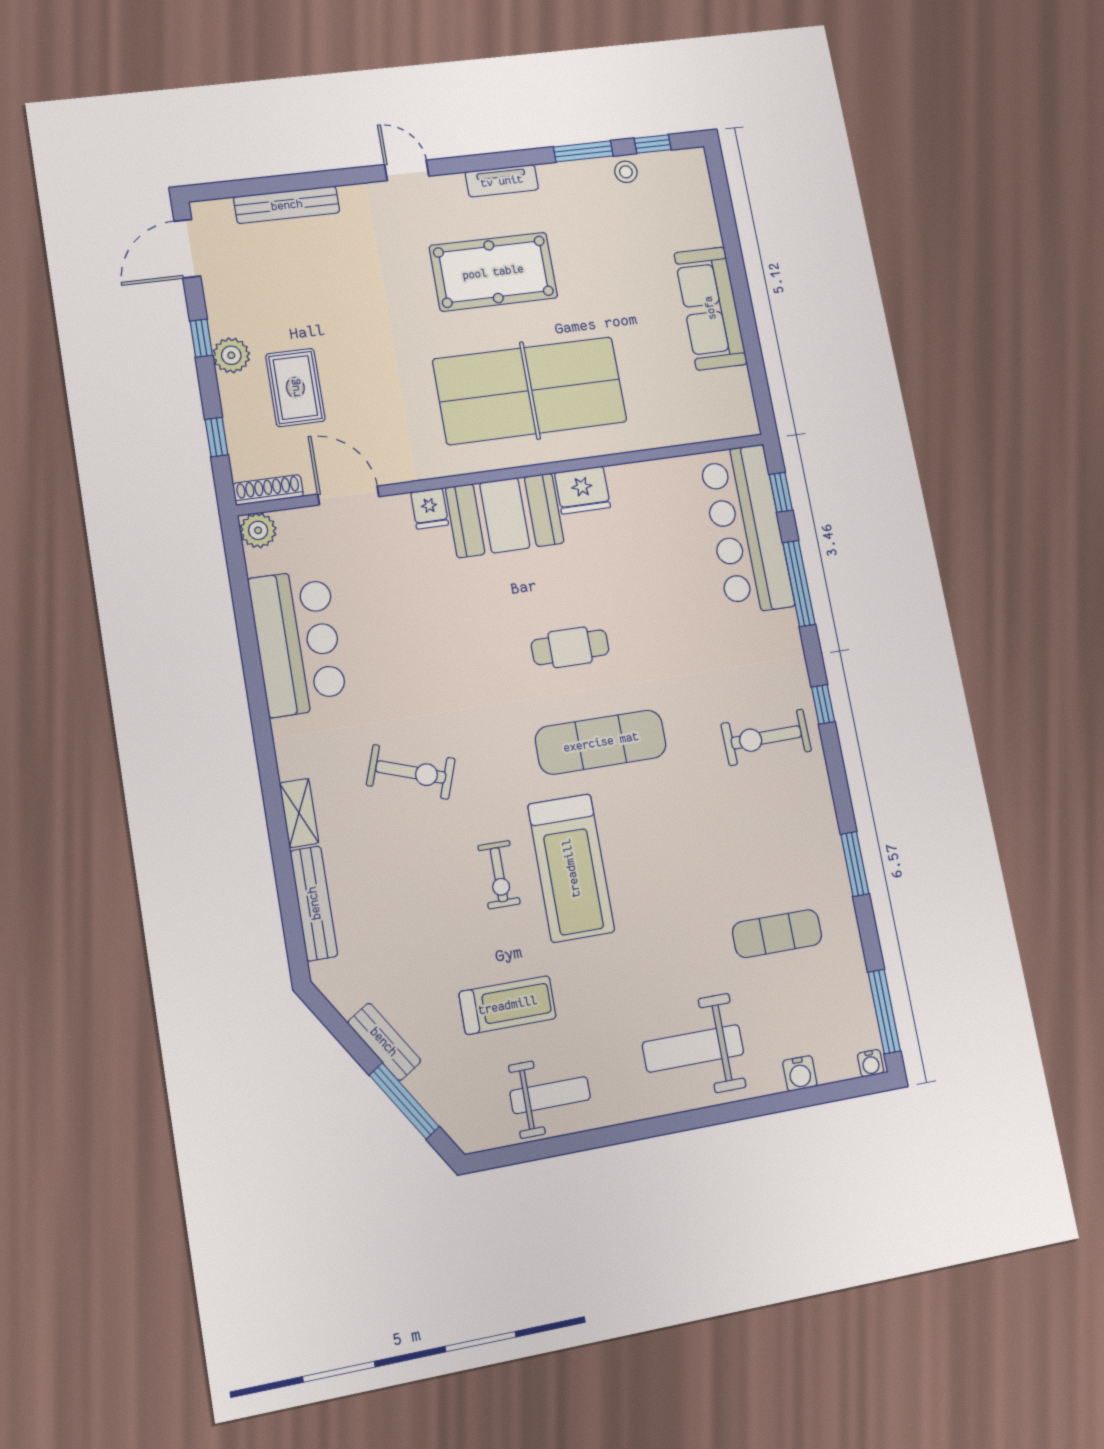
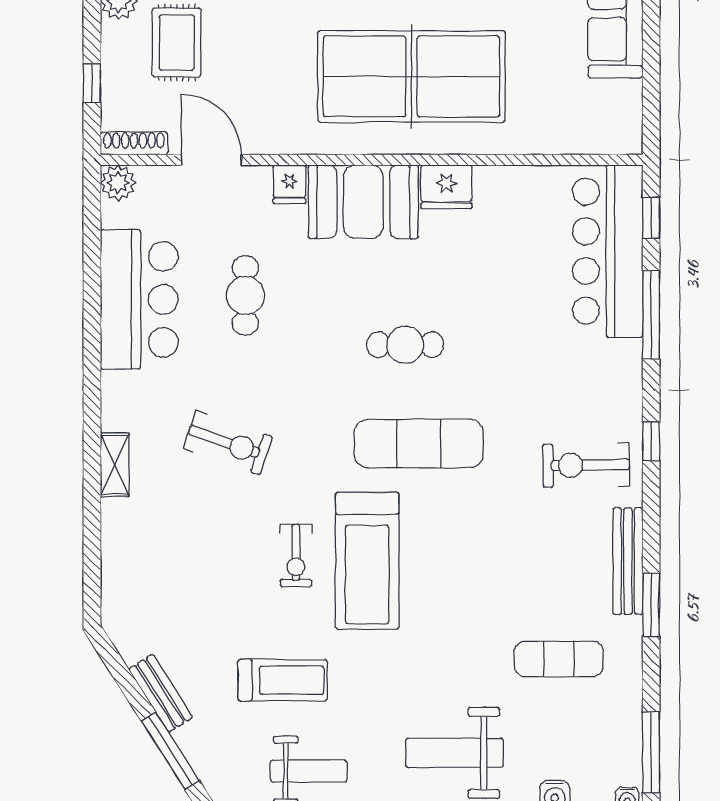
cafe table: (404, 623) -> (245, 295), added
bench: (314, 903) -> (628, 561), moved

